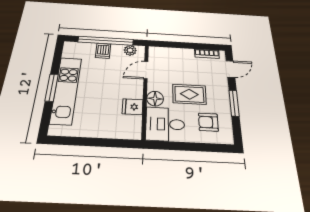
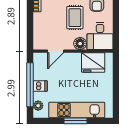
plant: (130, 50) -> (38, 106), moved
door: (146, 70) -> (56, 51), hinge flipped
fridge: (133, 107) -> (93, 62), width x1.88, depth x1.34

